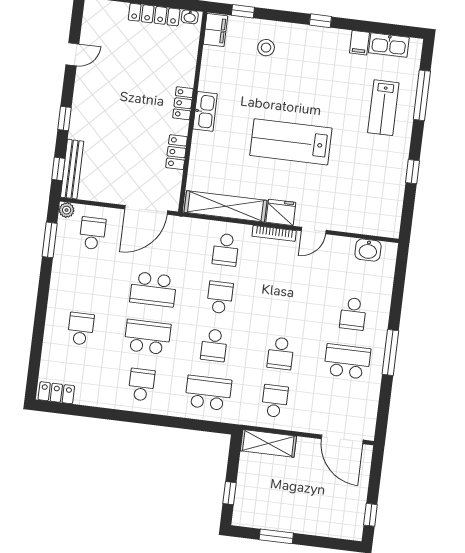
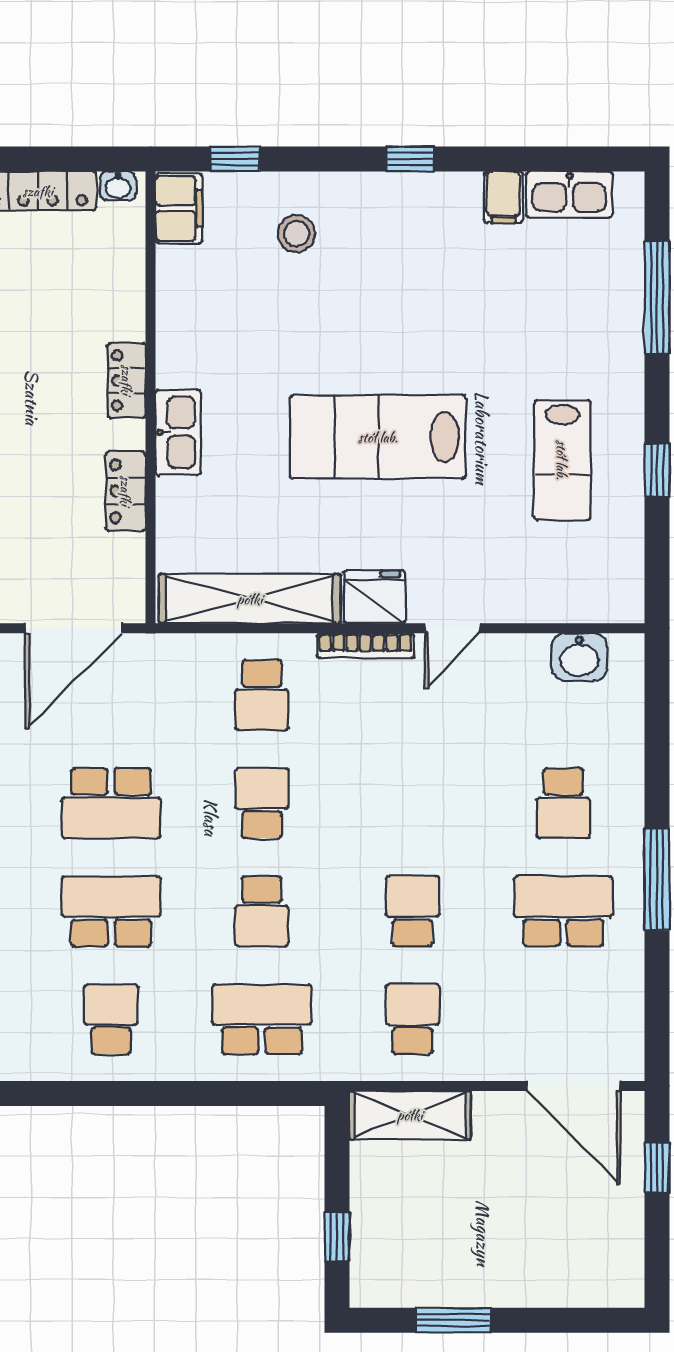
lab bench: (383, 108) -> (562, 460), moved
kitchen sink: (205, 111) -> (178, 432), moved
school desk: (281, 353) -> (413, 911), turned 180
window: (370, 515) -> (657, 1167), moved

